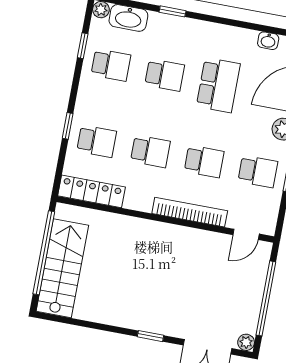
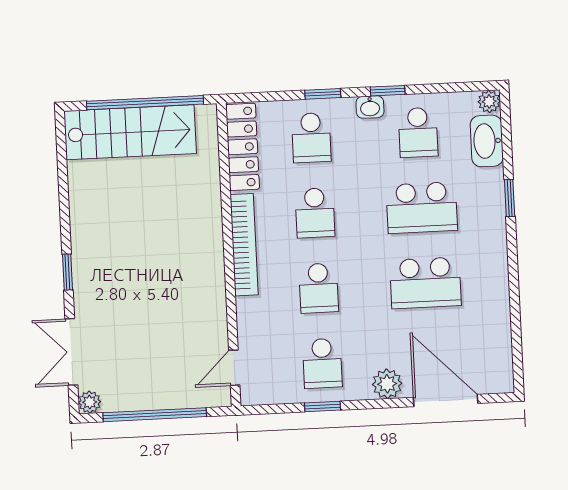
washbasin: (268, 41) -> (370, 107), moved, turned -90
window: (83, 46) -> (388, 91), moved
school desk: (165, 75) -> (422, 208), width x1.85
bookcase: (190, 212) -> (244, 245), moved
door: (246, 234) -> (234, 368), hinge flipped

